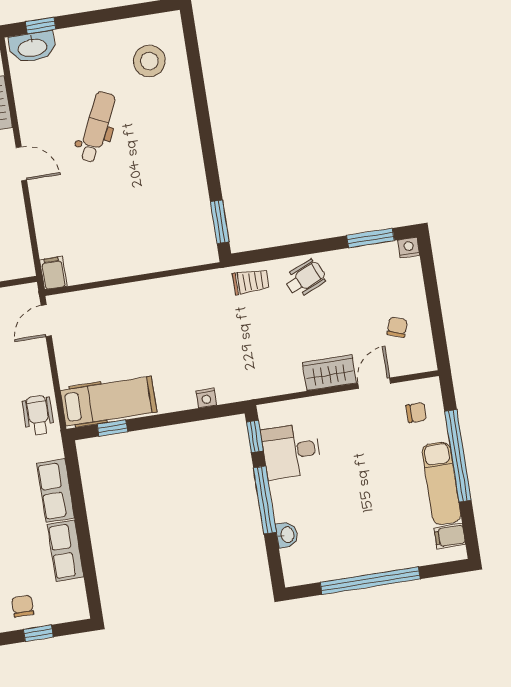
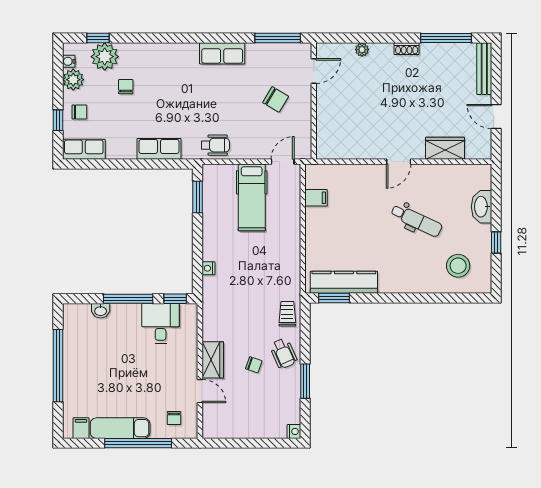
window: (41, 25) -> (496, 242), moved
washbasin: (32, 47) -> (482, 207), moved
kitchen counter: (196, 212) -> (344, 282), added
window: (370, 238) -> (305, 381), moved
filing cabinet: (53, 273) -> (316, 198), moved
trolley: (251, 281) -> (287, 314), turned 180
door: (46, 321) -> (283, 162), hinge flipped
chair: (397, 327) -> (254, 365), moved
hospital bed: (109, 401) -> (252, 197), moved
window: (112, 428) -> (198, 197), width x1.50
row of seats: (66, 551) -> (84, 149), moved

